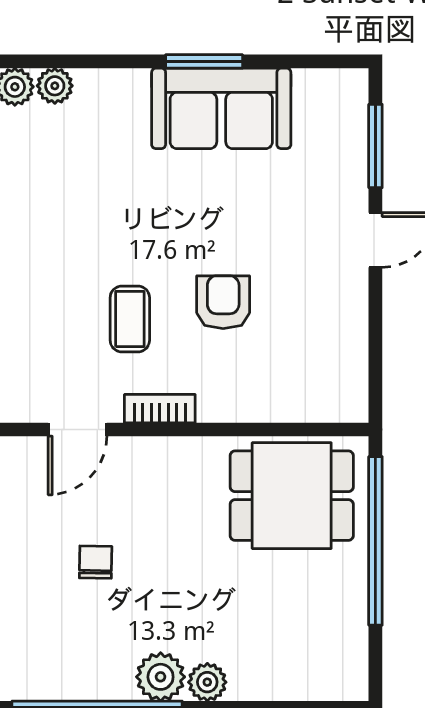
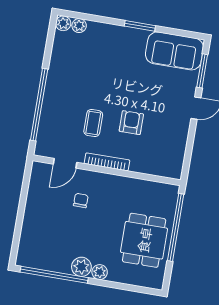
sofa: (221, 108) -> (174, 51), moved
bookcase: (160, 409) -> (107, 162), width x1.56
dining table: (292, 496) -> (144, 240), moved, turned 90
chair: (96, 562) -> (81, 200), moved

